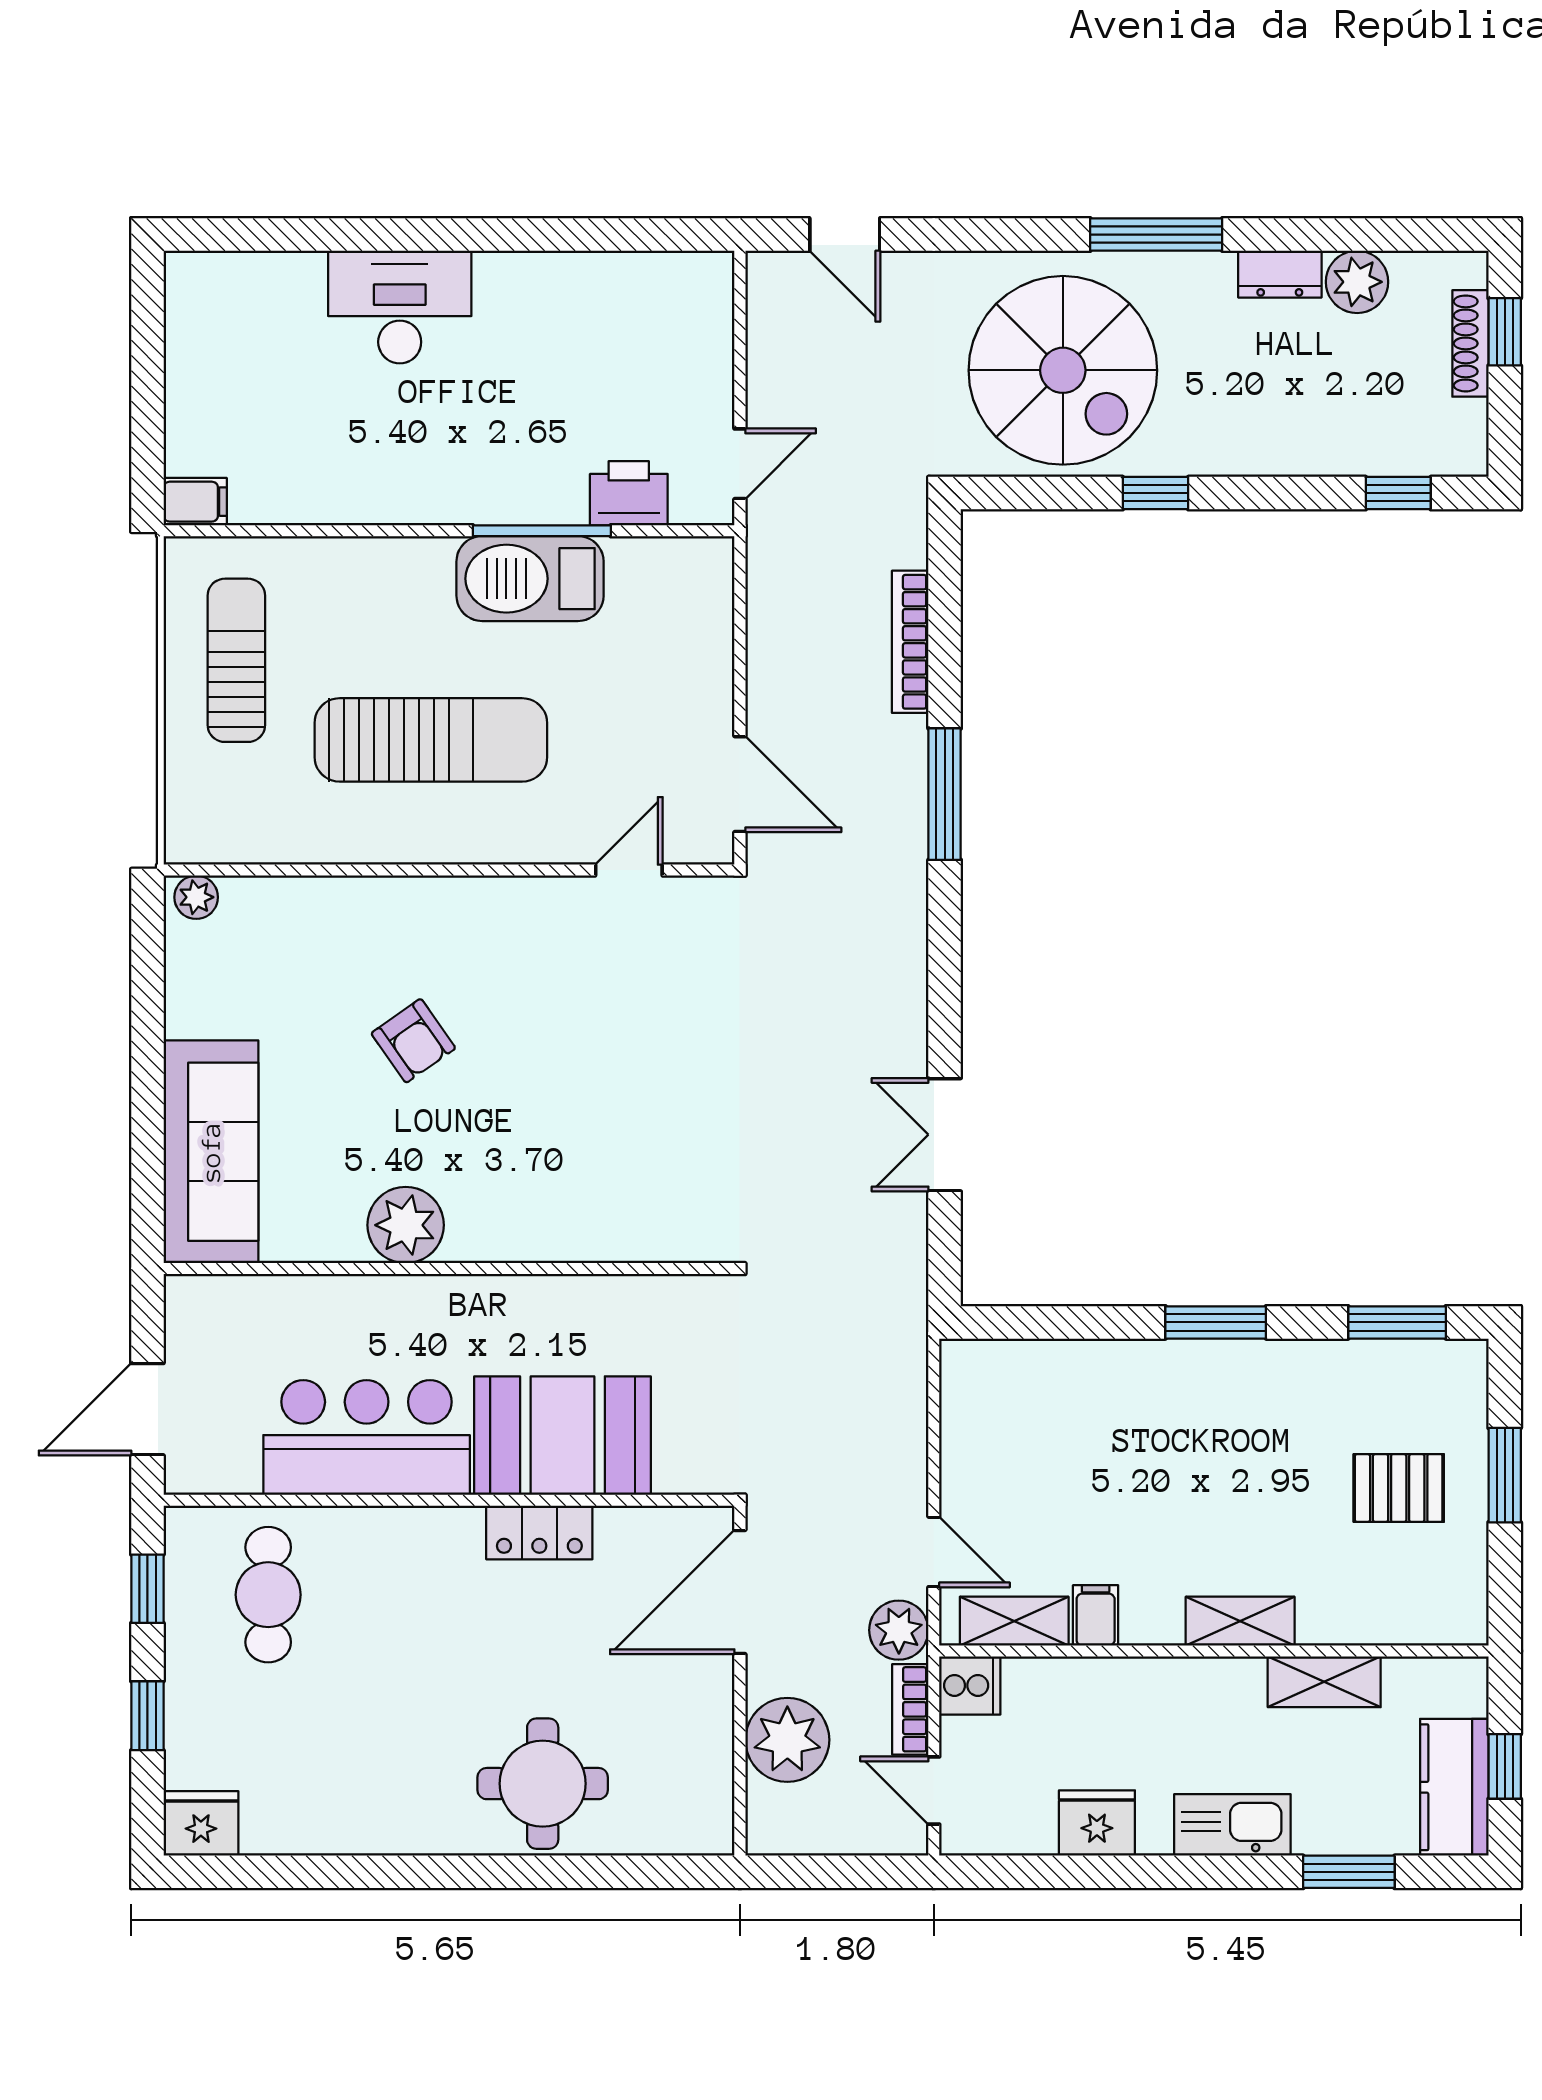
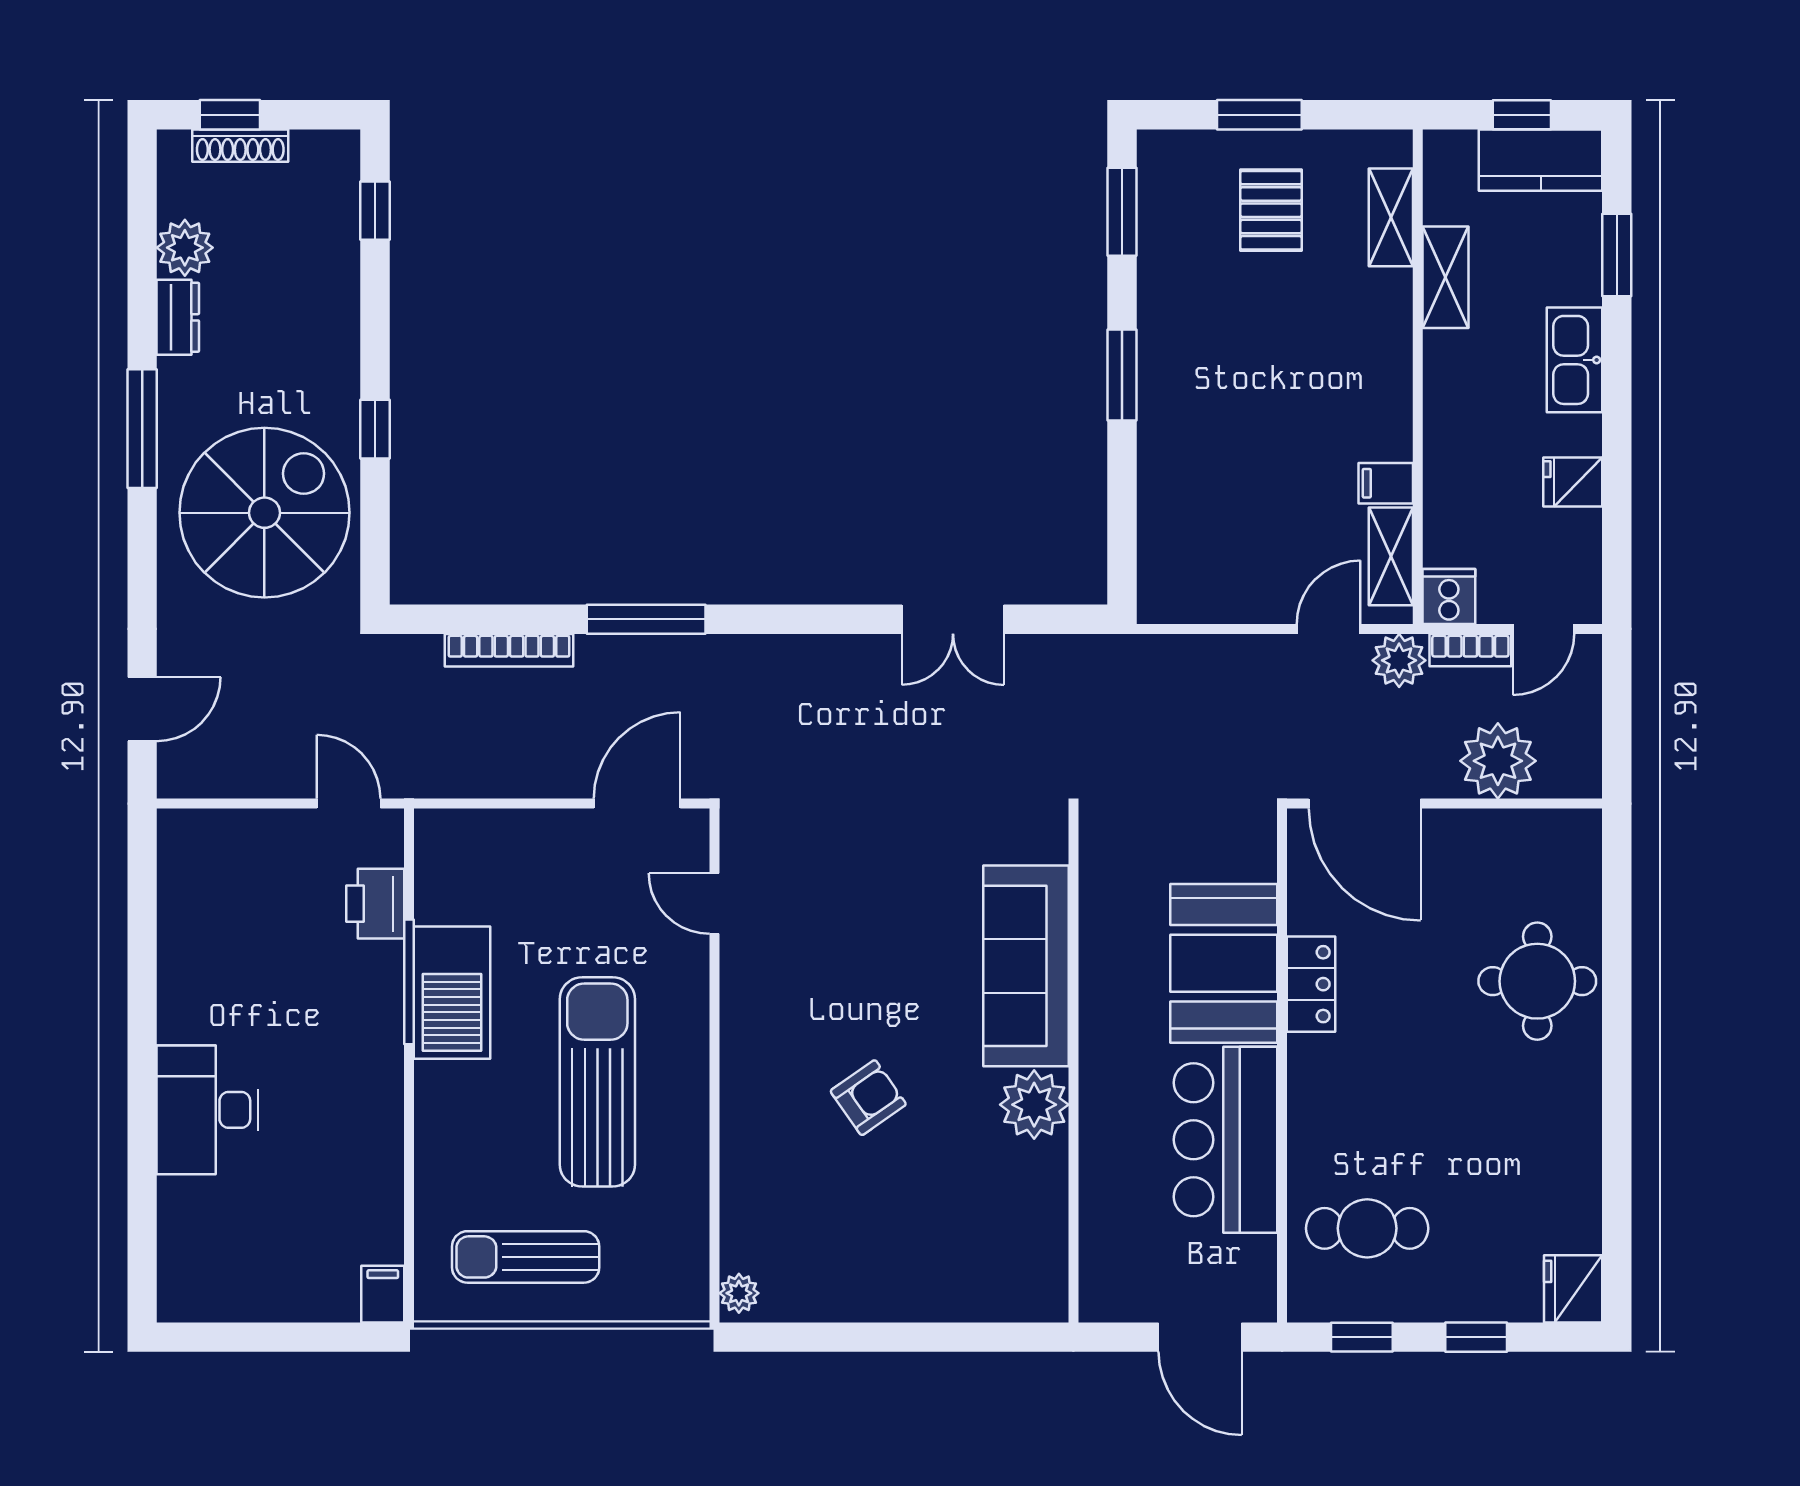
sofa: (211, 1152) -> (1026, 966), moved, turned -90
shelving: (1240, 1621) -> (1391, 217), moved
fridge: (1097, 1823) -> (1573, 482), width x0.72

